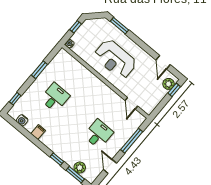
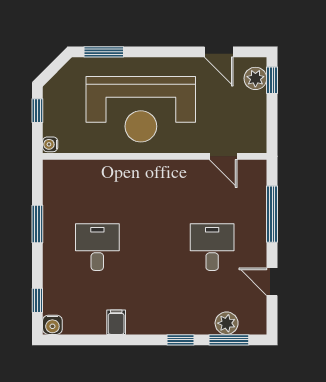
reception desk: (115, 59) -> (141, 109), width x1.36, depth x1.30
water cooler: (22, 120) -> (52, 325), moved

